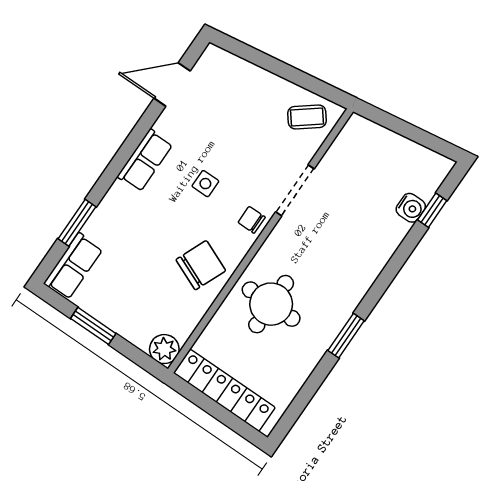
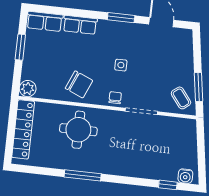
window: (305, 80) -> (198, 87), added
row of seats: (145, 160) -> (80, 25), moved
water cooler: (411, 208) -> (185, 176), moved
window: (77, 223) -> (121, 18), moved
window: (346, 336) -> (83, 175), width x1.44

